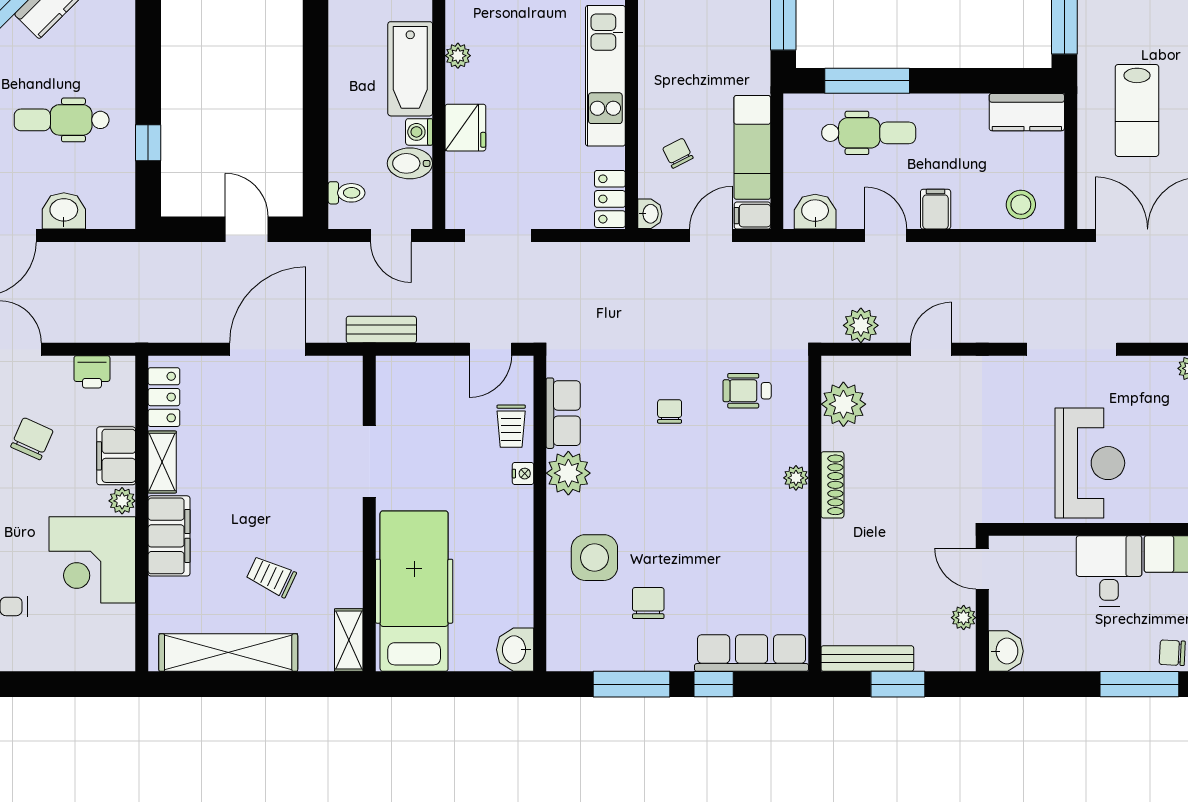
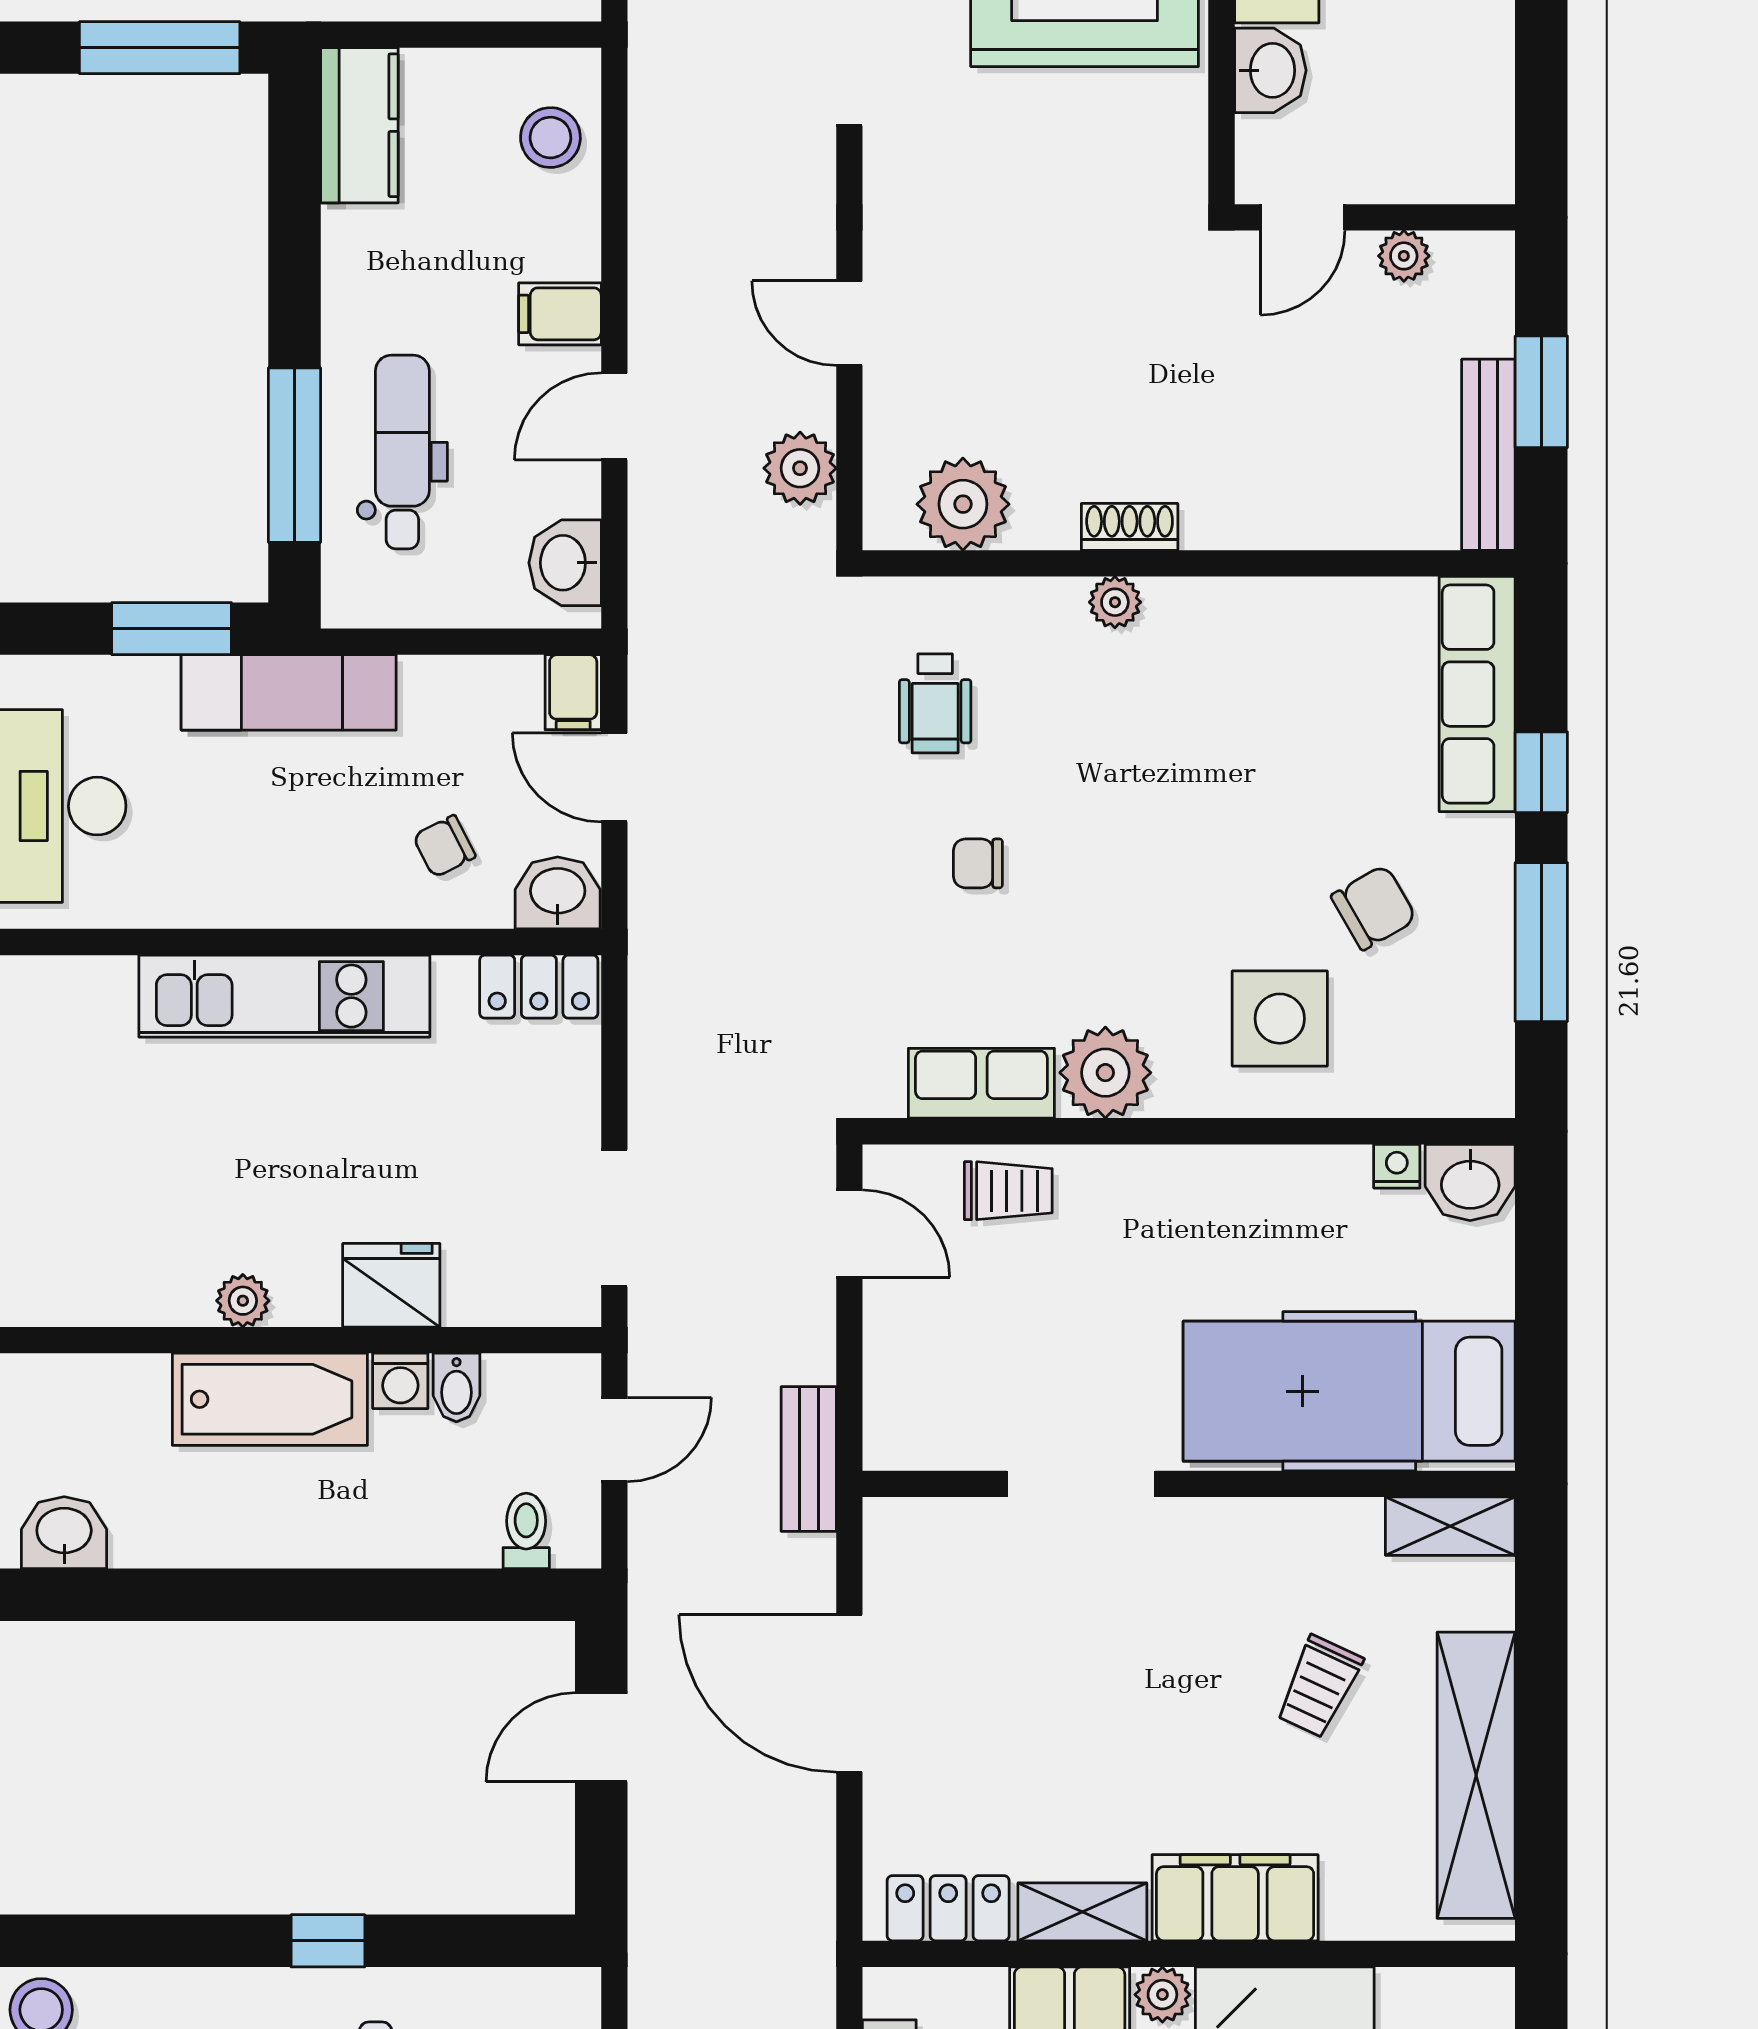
window: (148, 143) -> (328, 1941), moved
exam couch: (752, 147) -> (289, 692), moved
bidet: (410, 163) -> (456, 1388), width x0.72, depth x0.74
washbasin: (650, 214) -> (558, 893), width x1.38, depth x1.45
nightstand: (523, 474) -> (1397, 1166), moved
shoe rack: (832, 485) -> (1130, 527), width x0.70
chair: (648, 603) -> (1374, 907), turned 150
washbasin: (1006, 651) -> (1270, 70), moved, turned 90

